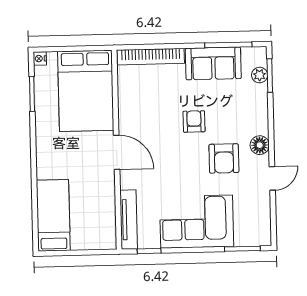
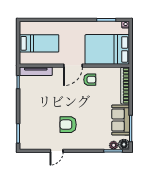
armchair: (194, 121) -> (90, 80), moved
floor lamp: (260, 145) -> (124, 144), moved
door: (272, 178) -> (57, 151), hinge flipped
bed: (53, 215) -> (39, 43), moved
corner sofa: (197, 222) -> (34, 109), removed

